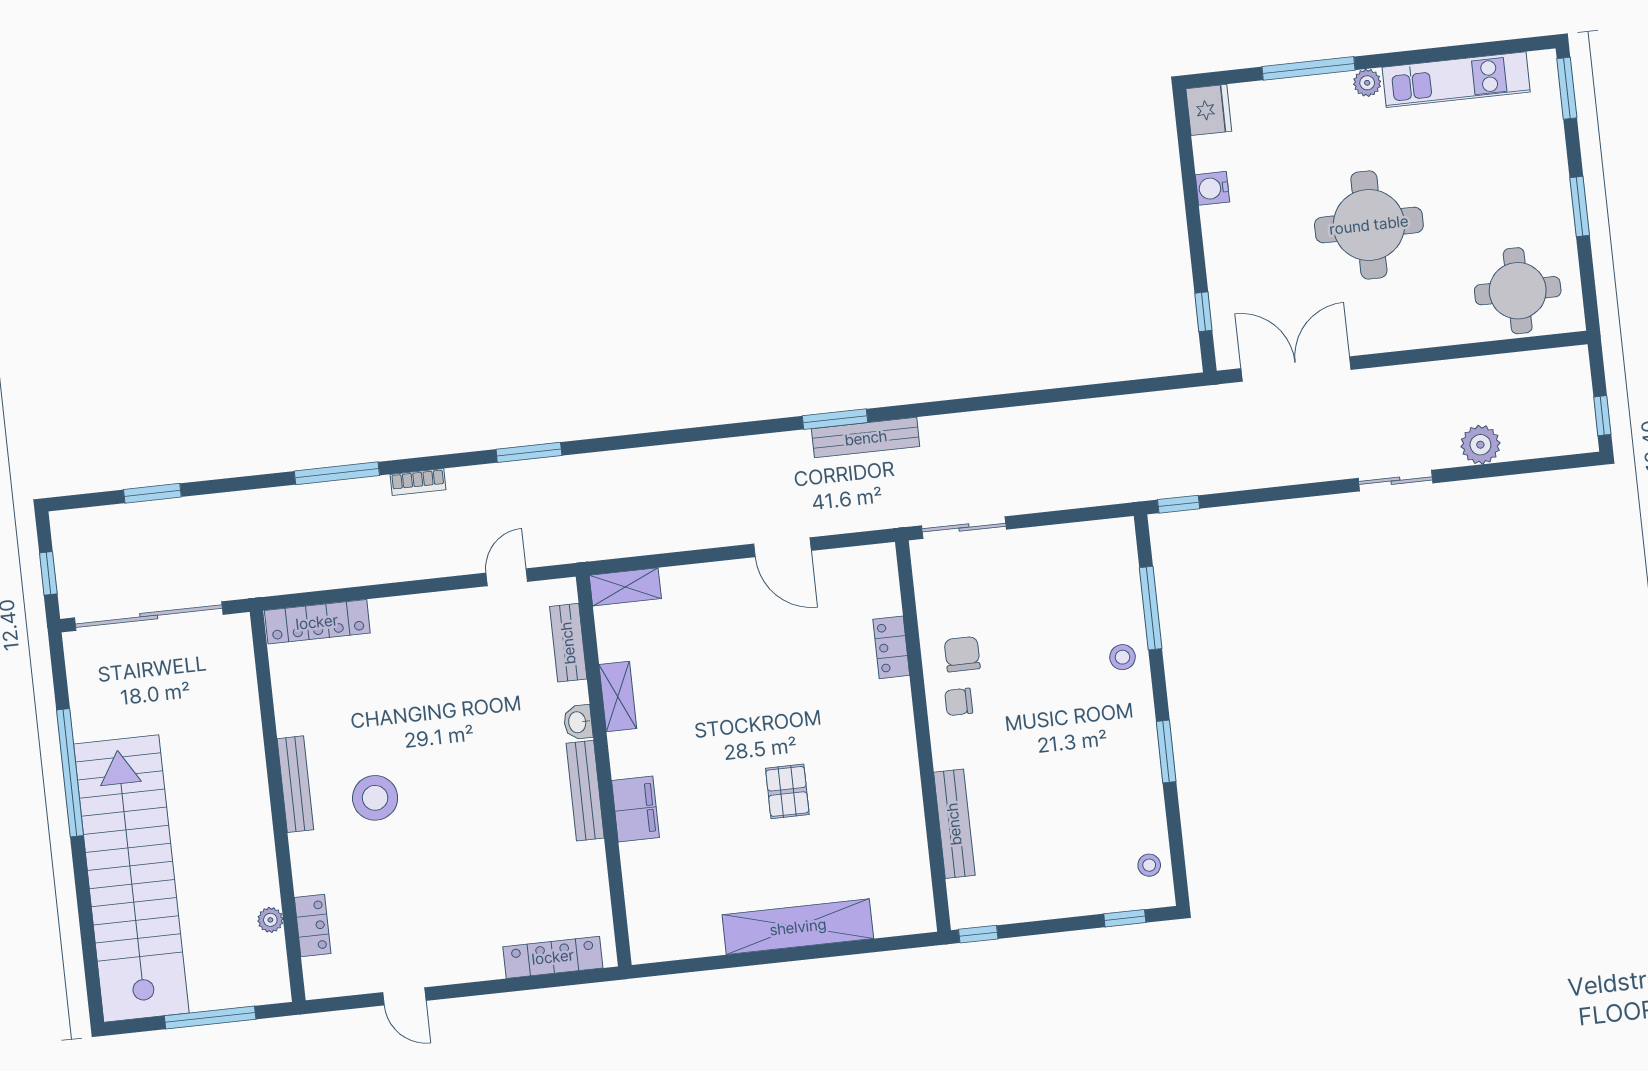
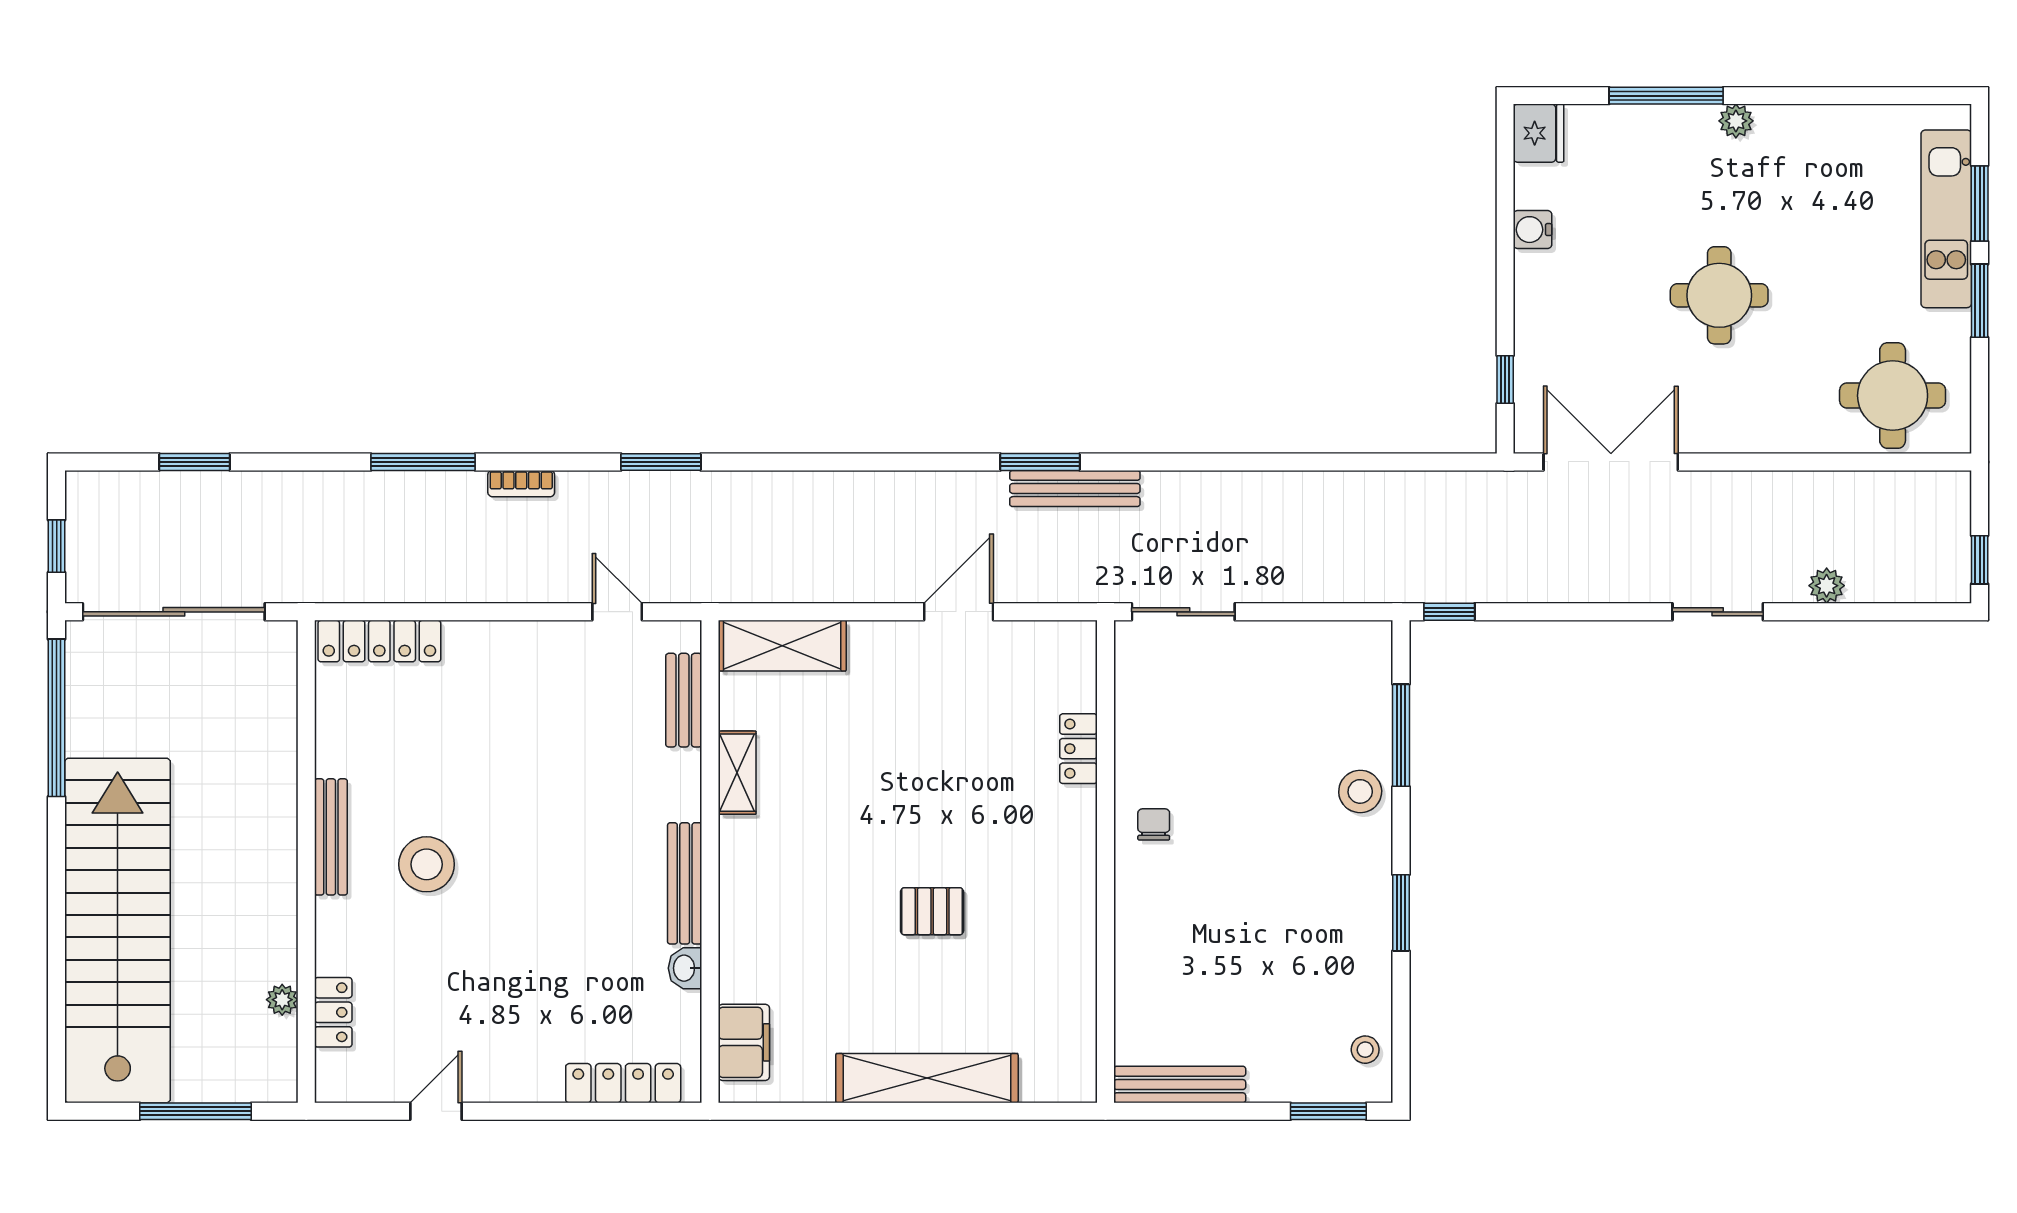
kitchen unit: (1456, 80) -> (1946, 219), moved, turned 90
window: (1567, 88) -> (1980, 203), moved
round table: (1369, 225) -> (1719, 295), width x0.73, depth x0.73
plant: (1480, 445) -> (1827, 586), width x0.73, depth x0.73
door: (783, 547) -> (959, 612), swing flipped
door: (507, 577) -> (617, 612), hinge flipped
shelving: (625, 587) -> (782, 646), width x1.50, depth x1.33
chair: (962, 654) -> (1164, 767), removed
stool: (1123, 657) -> (1360, 791), width x1.37, depth x1.37
chair: (959, 702) -> (1154, 824), turned 90
washbasin: (578, 722) -> (685, 968), moved
window: (70, 773) -> (57, 718), moved
pallet: (787, 791) -> (932, 911), turned 90
filing cabinet: (635, 809) -> (744, 1042), moved
bench: (954, 824) -> (1180, 1085), moved, turned 90
window: (1125, 918) -> (1328, 1111), width x1.50
window: (978, 934) -> (1147, 1111), removed
door: (404, 996) -> (436, 1111), swing flipped

